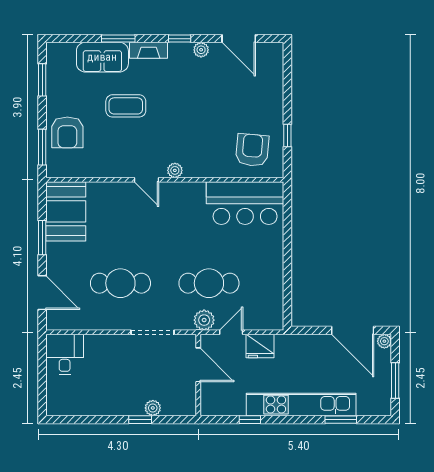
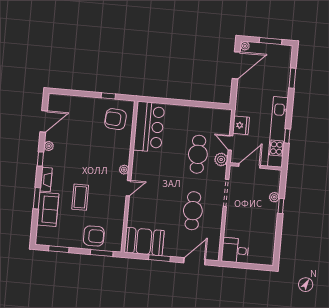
kitchen unit: (301, 405) -> (278, 132), moved

